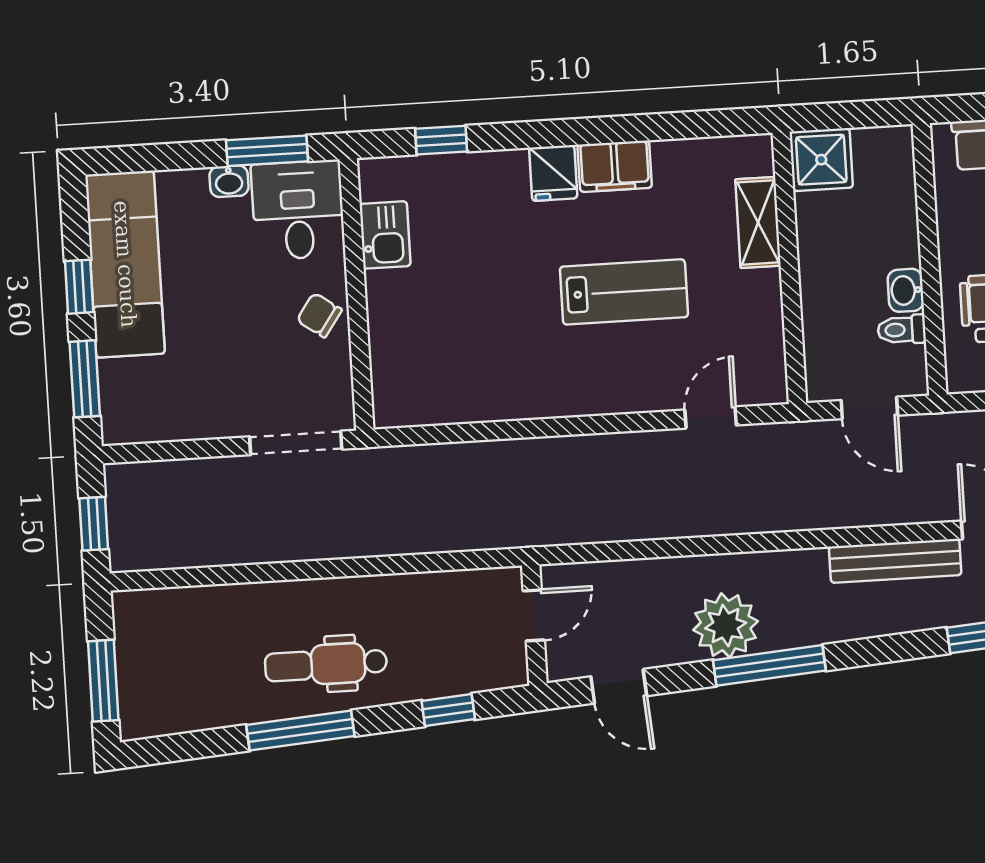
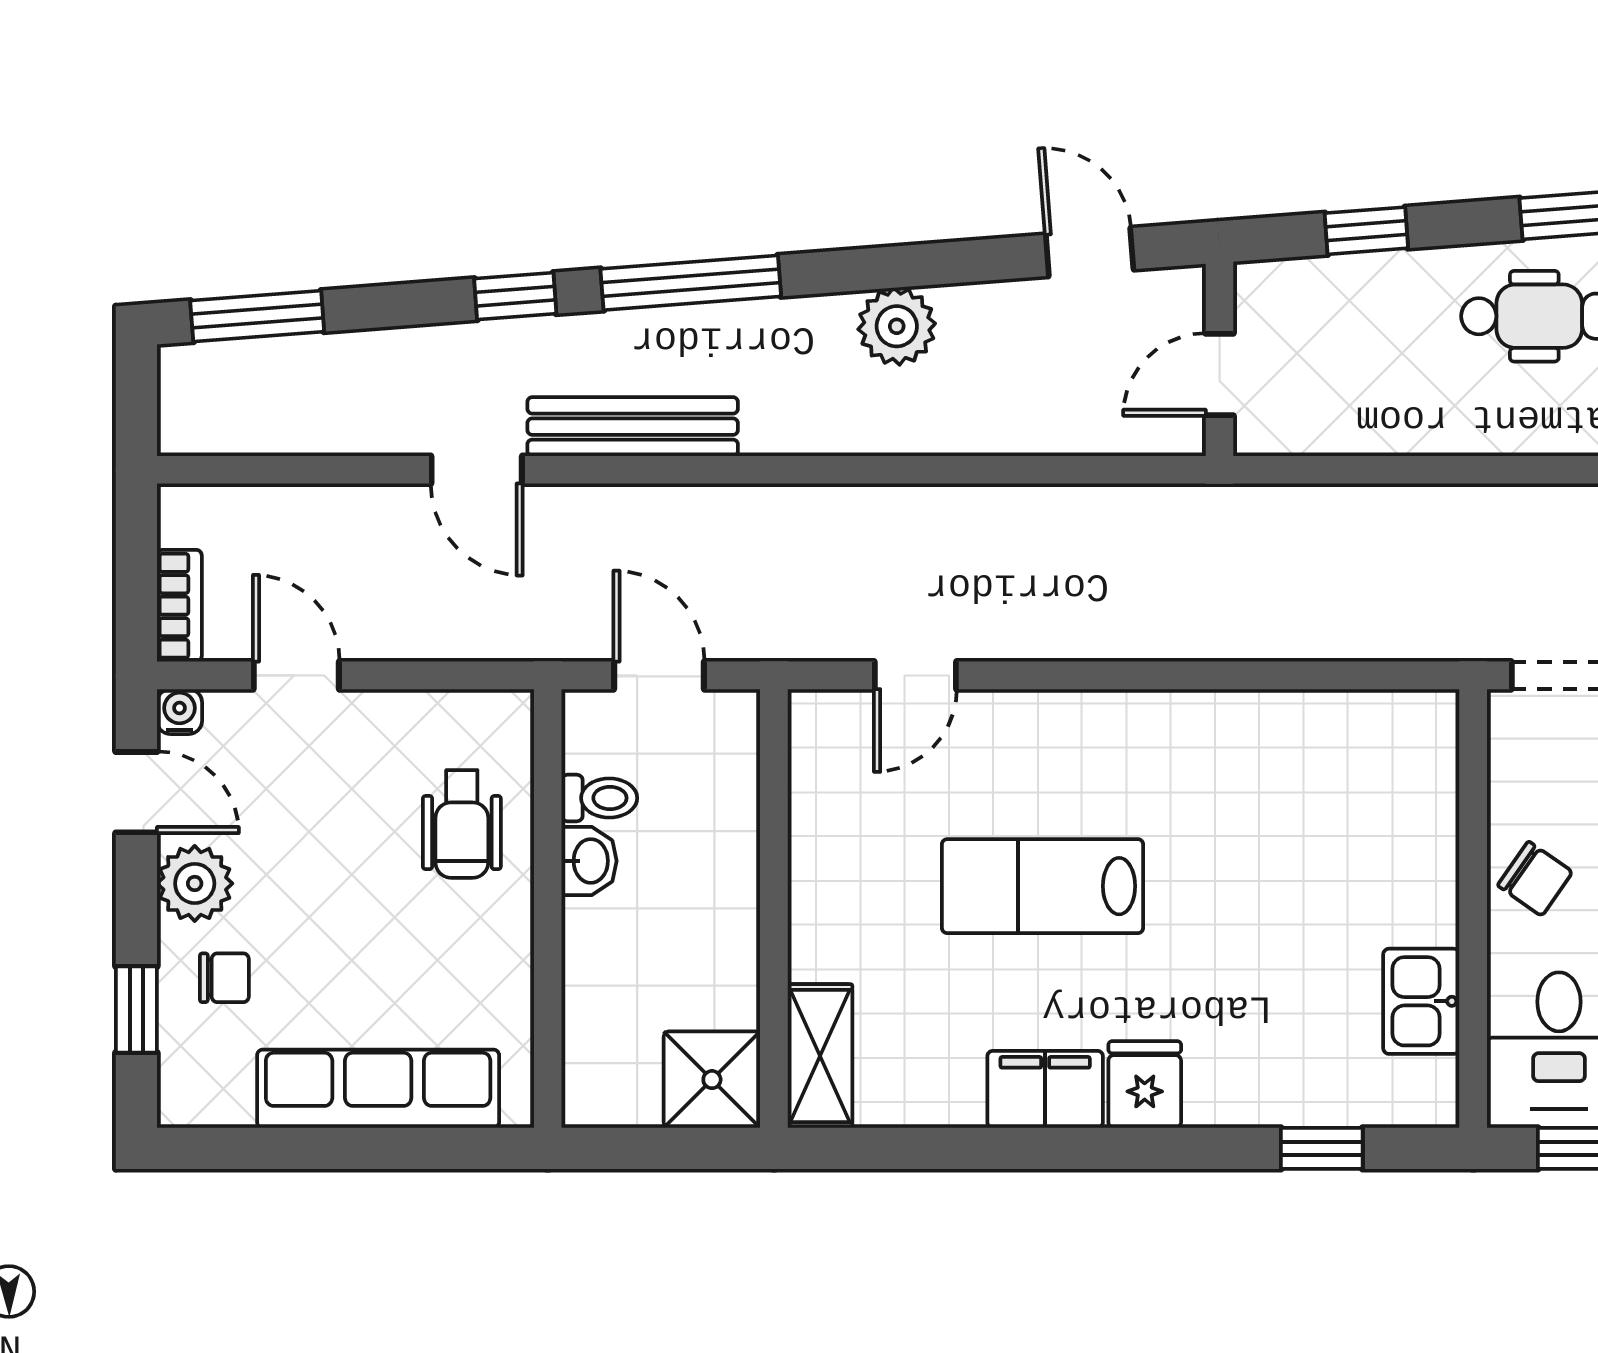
shelving: (758, 222) -> (820, 1056), moved
plant: (726, 626) -> (897, 326), width x0.73, depth x0.73
window: (769, 665) -> (691, 283), moved

